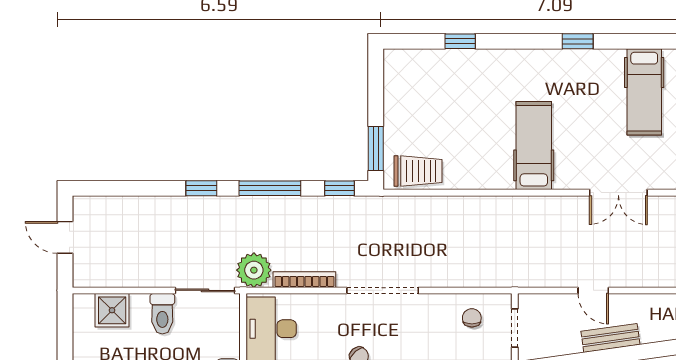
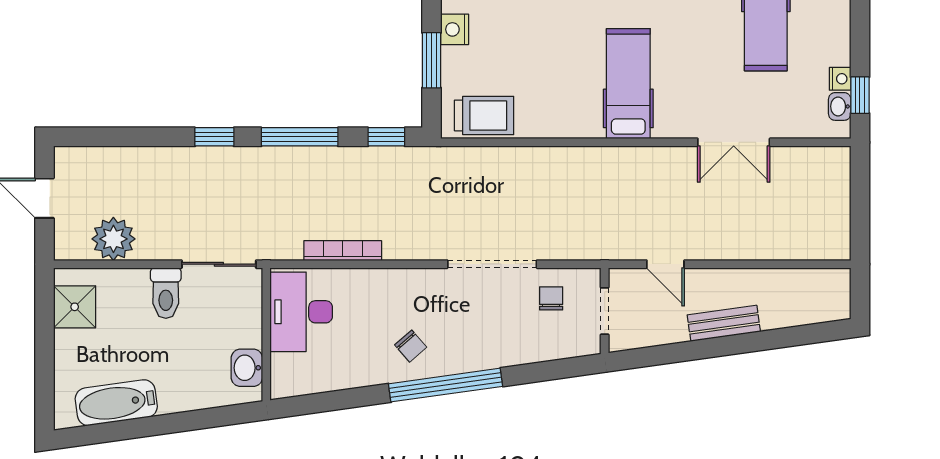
nightstand: (394, 102) -> (455, 29), added
window: (376, 149) -> (432, 60), moved
plant: (254, 270) -> (113, 239), moved
doorway: (383, 290) -> (492, 264), moved
door: (593, 290) -> (665, 264), moved
shower: (112, 310) -> (75, 307), moved

